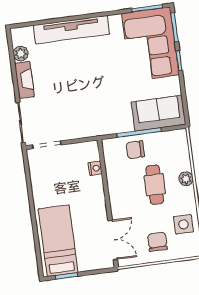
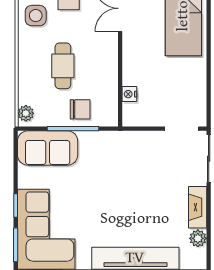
plant: (186, 179) -> (26, 113), moved

